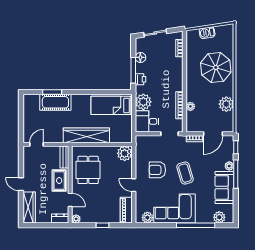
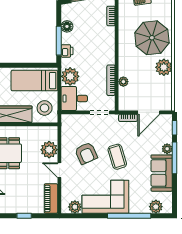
plant: (226, 104) -> (164, 67), moved
stool: (121, 130) -> (45, 108), added
plant: (125, 153) -> (49, 150), moved
armchair: (157, 170) -> (86, 153), turned -114

